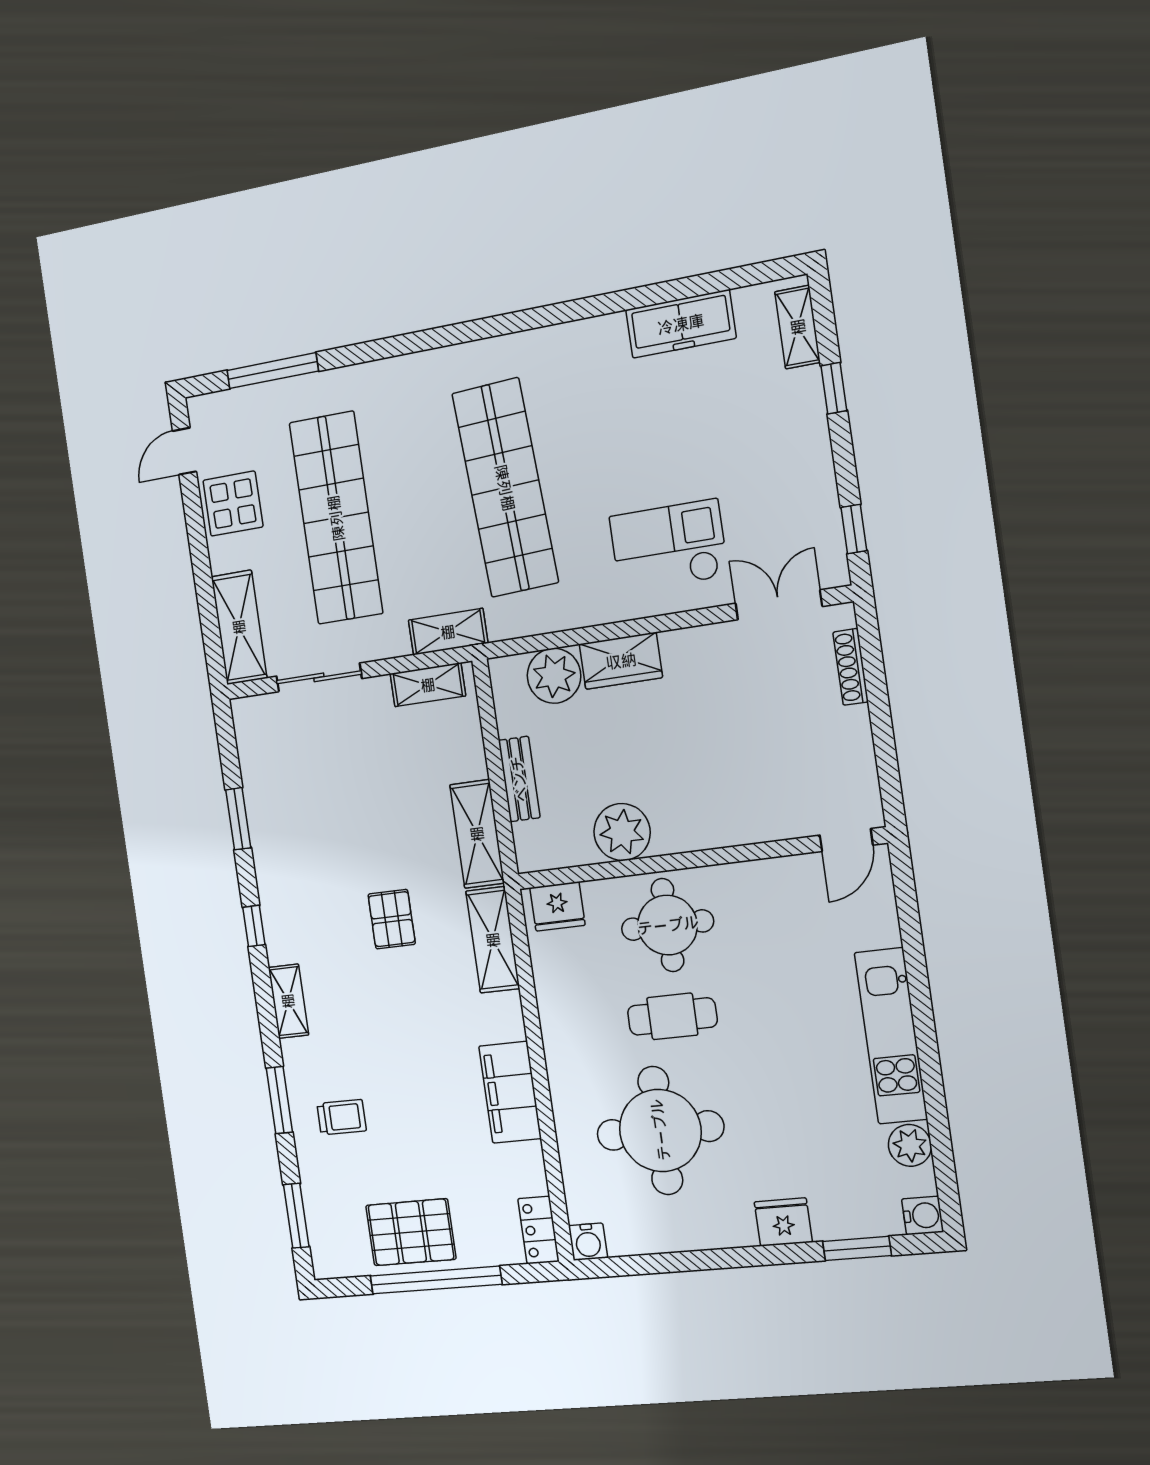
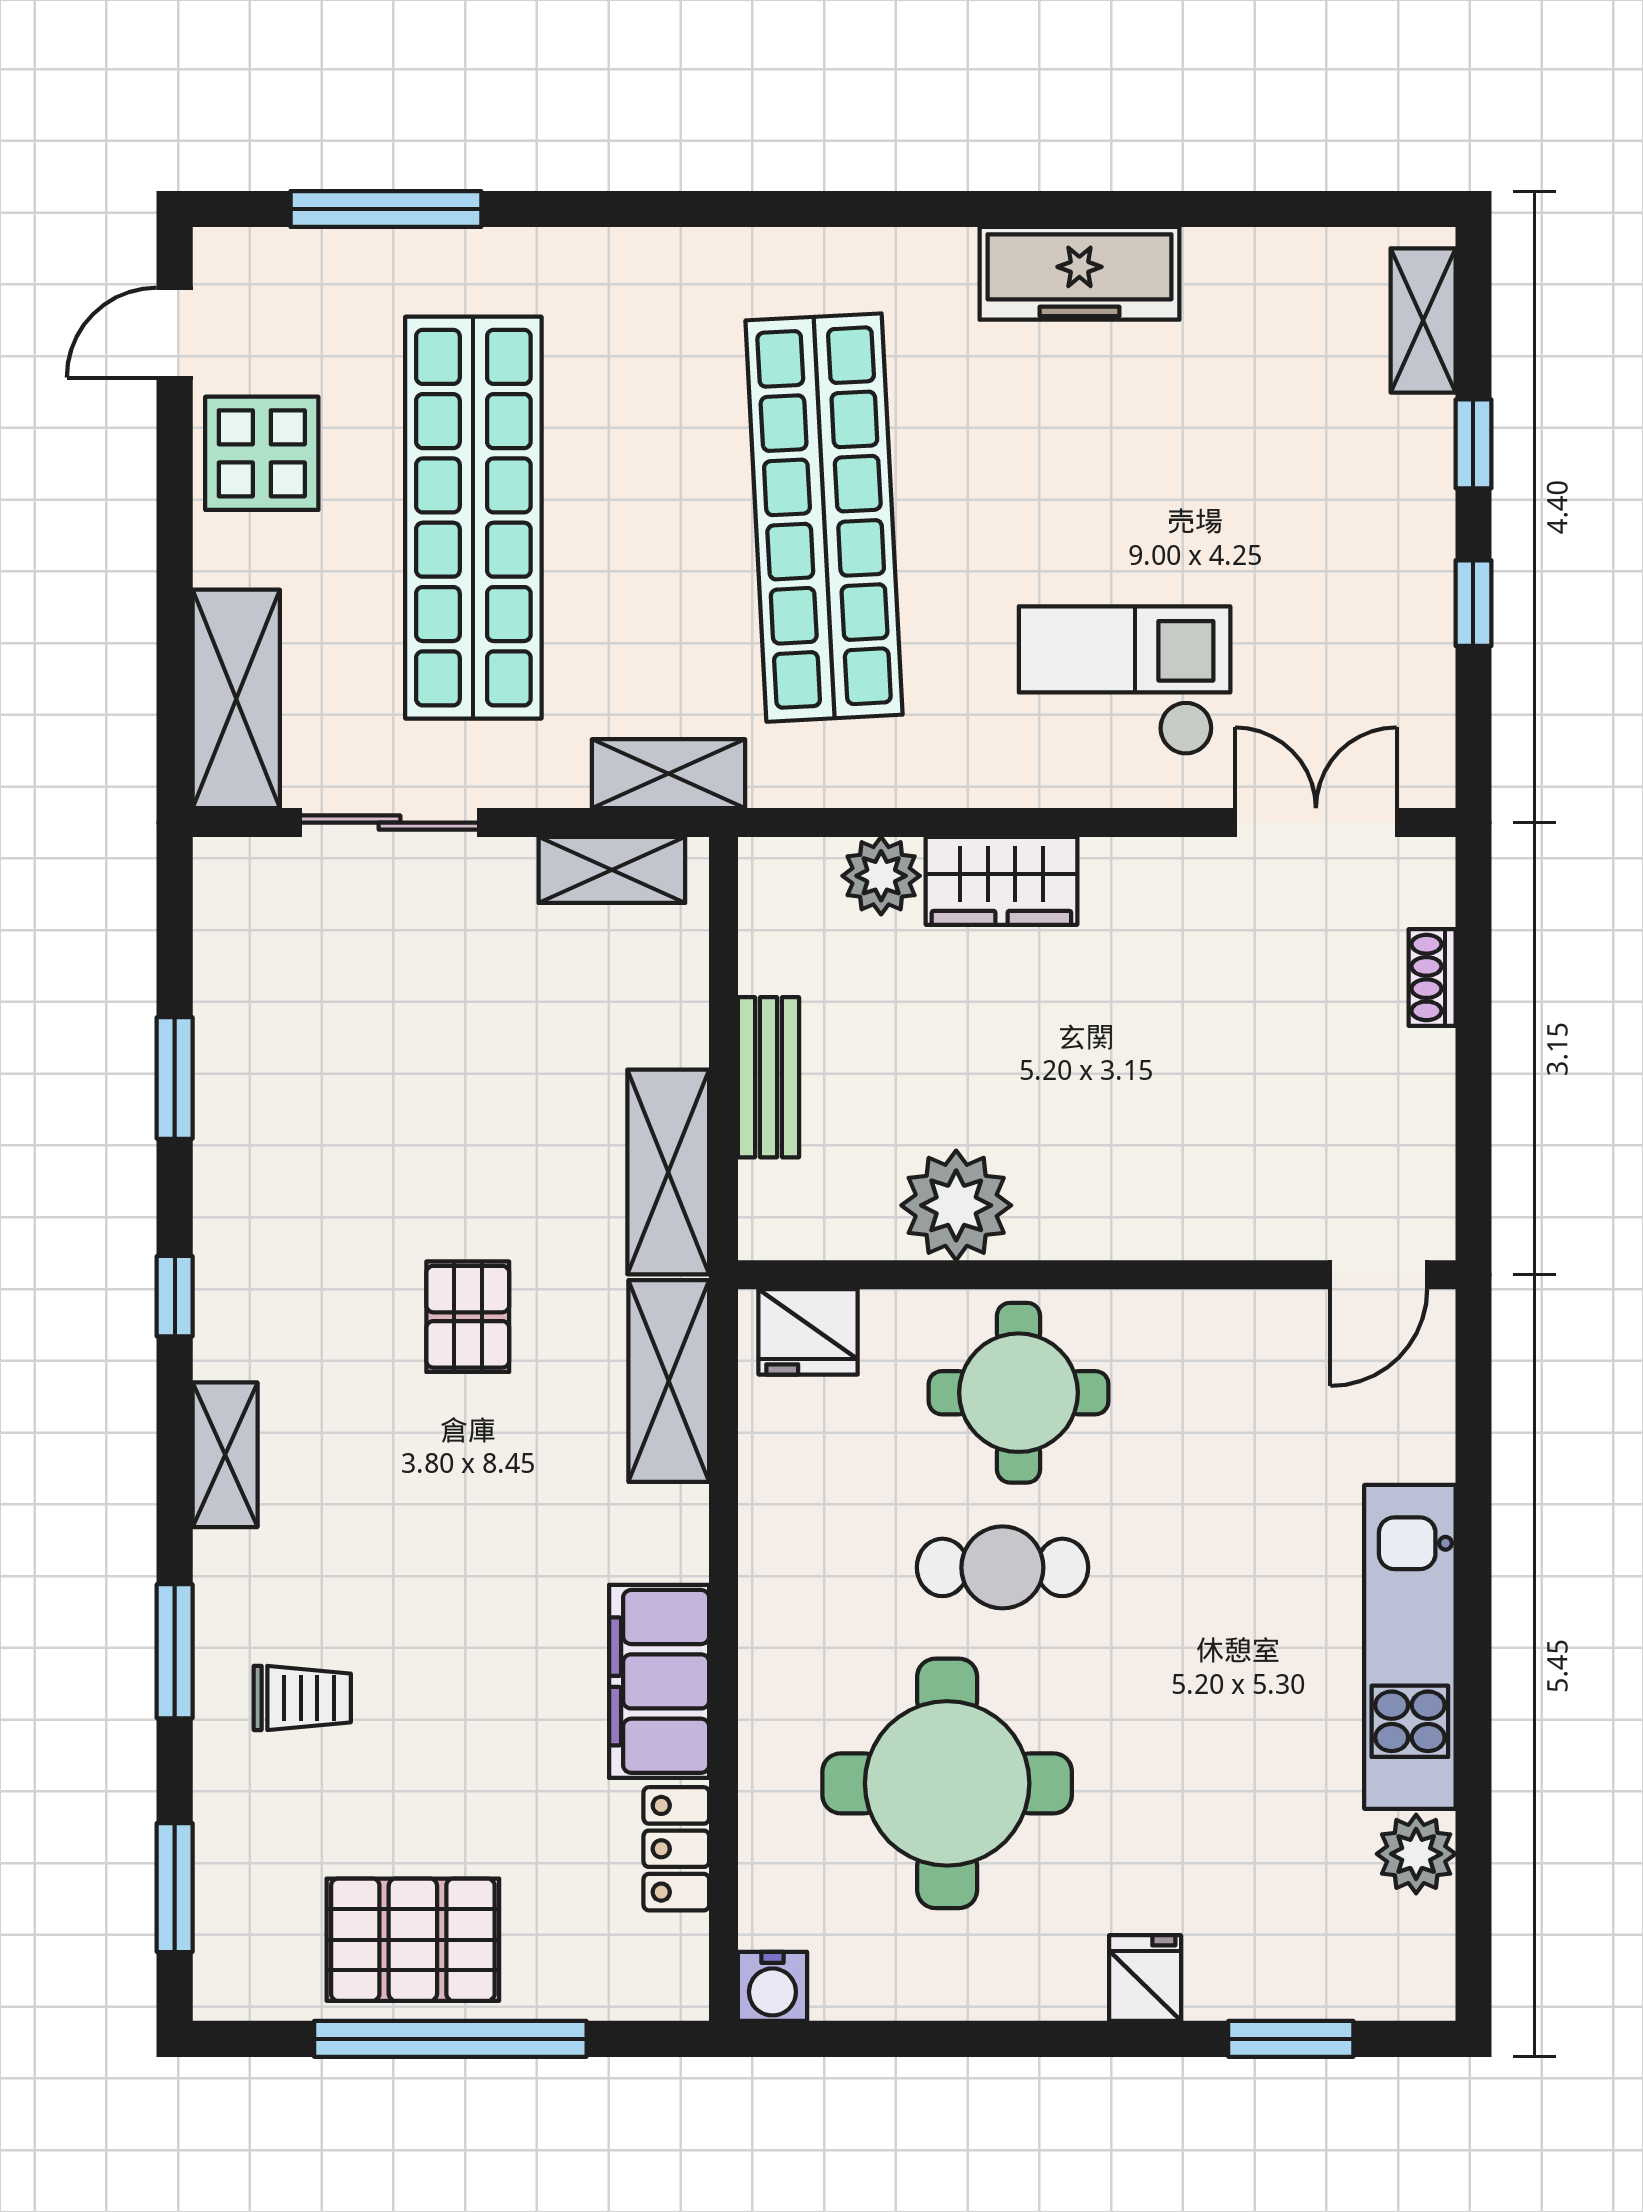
freezer: (681, 324) -> (1079, 273), moved
window: (854, 529) -> (1473, 603), moved
shoe rack: (851, 667) -> (1432, 978), width x0.70
plant: (554, 676) -> (881, 876), width x0.73, depth x0.73
water cooler: (923, 1216) -> (1421, 1987), removed
fridge: (783, 1222) -> (1145, 1978), width x0.72
locker: (538, 1230) -> (676, 1849), moved

